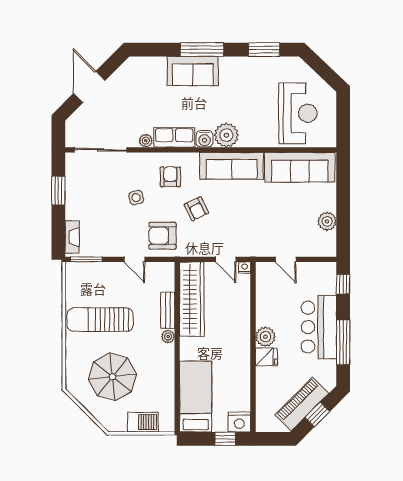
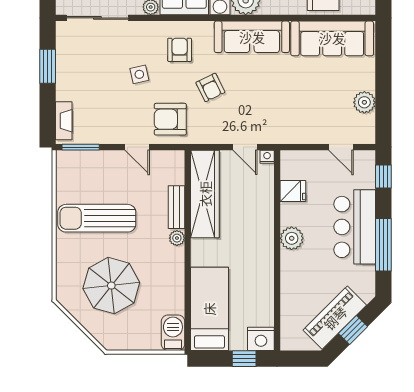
door: (286, 259) -> (341, 147), moved
fridge: (266, 357) -> (293, 191), moved
barbecue: (143, 422) -> (173, 333), moved, turned -90

